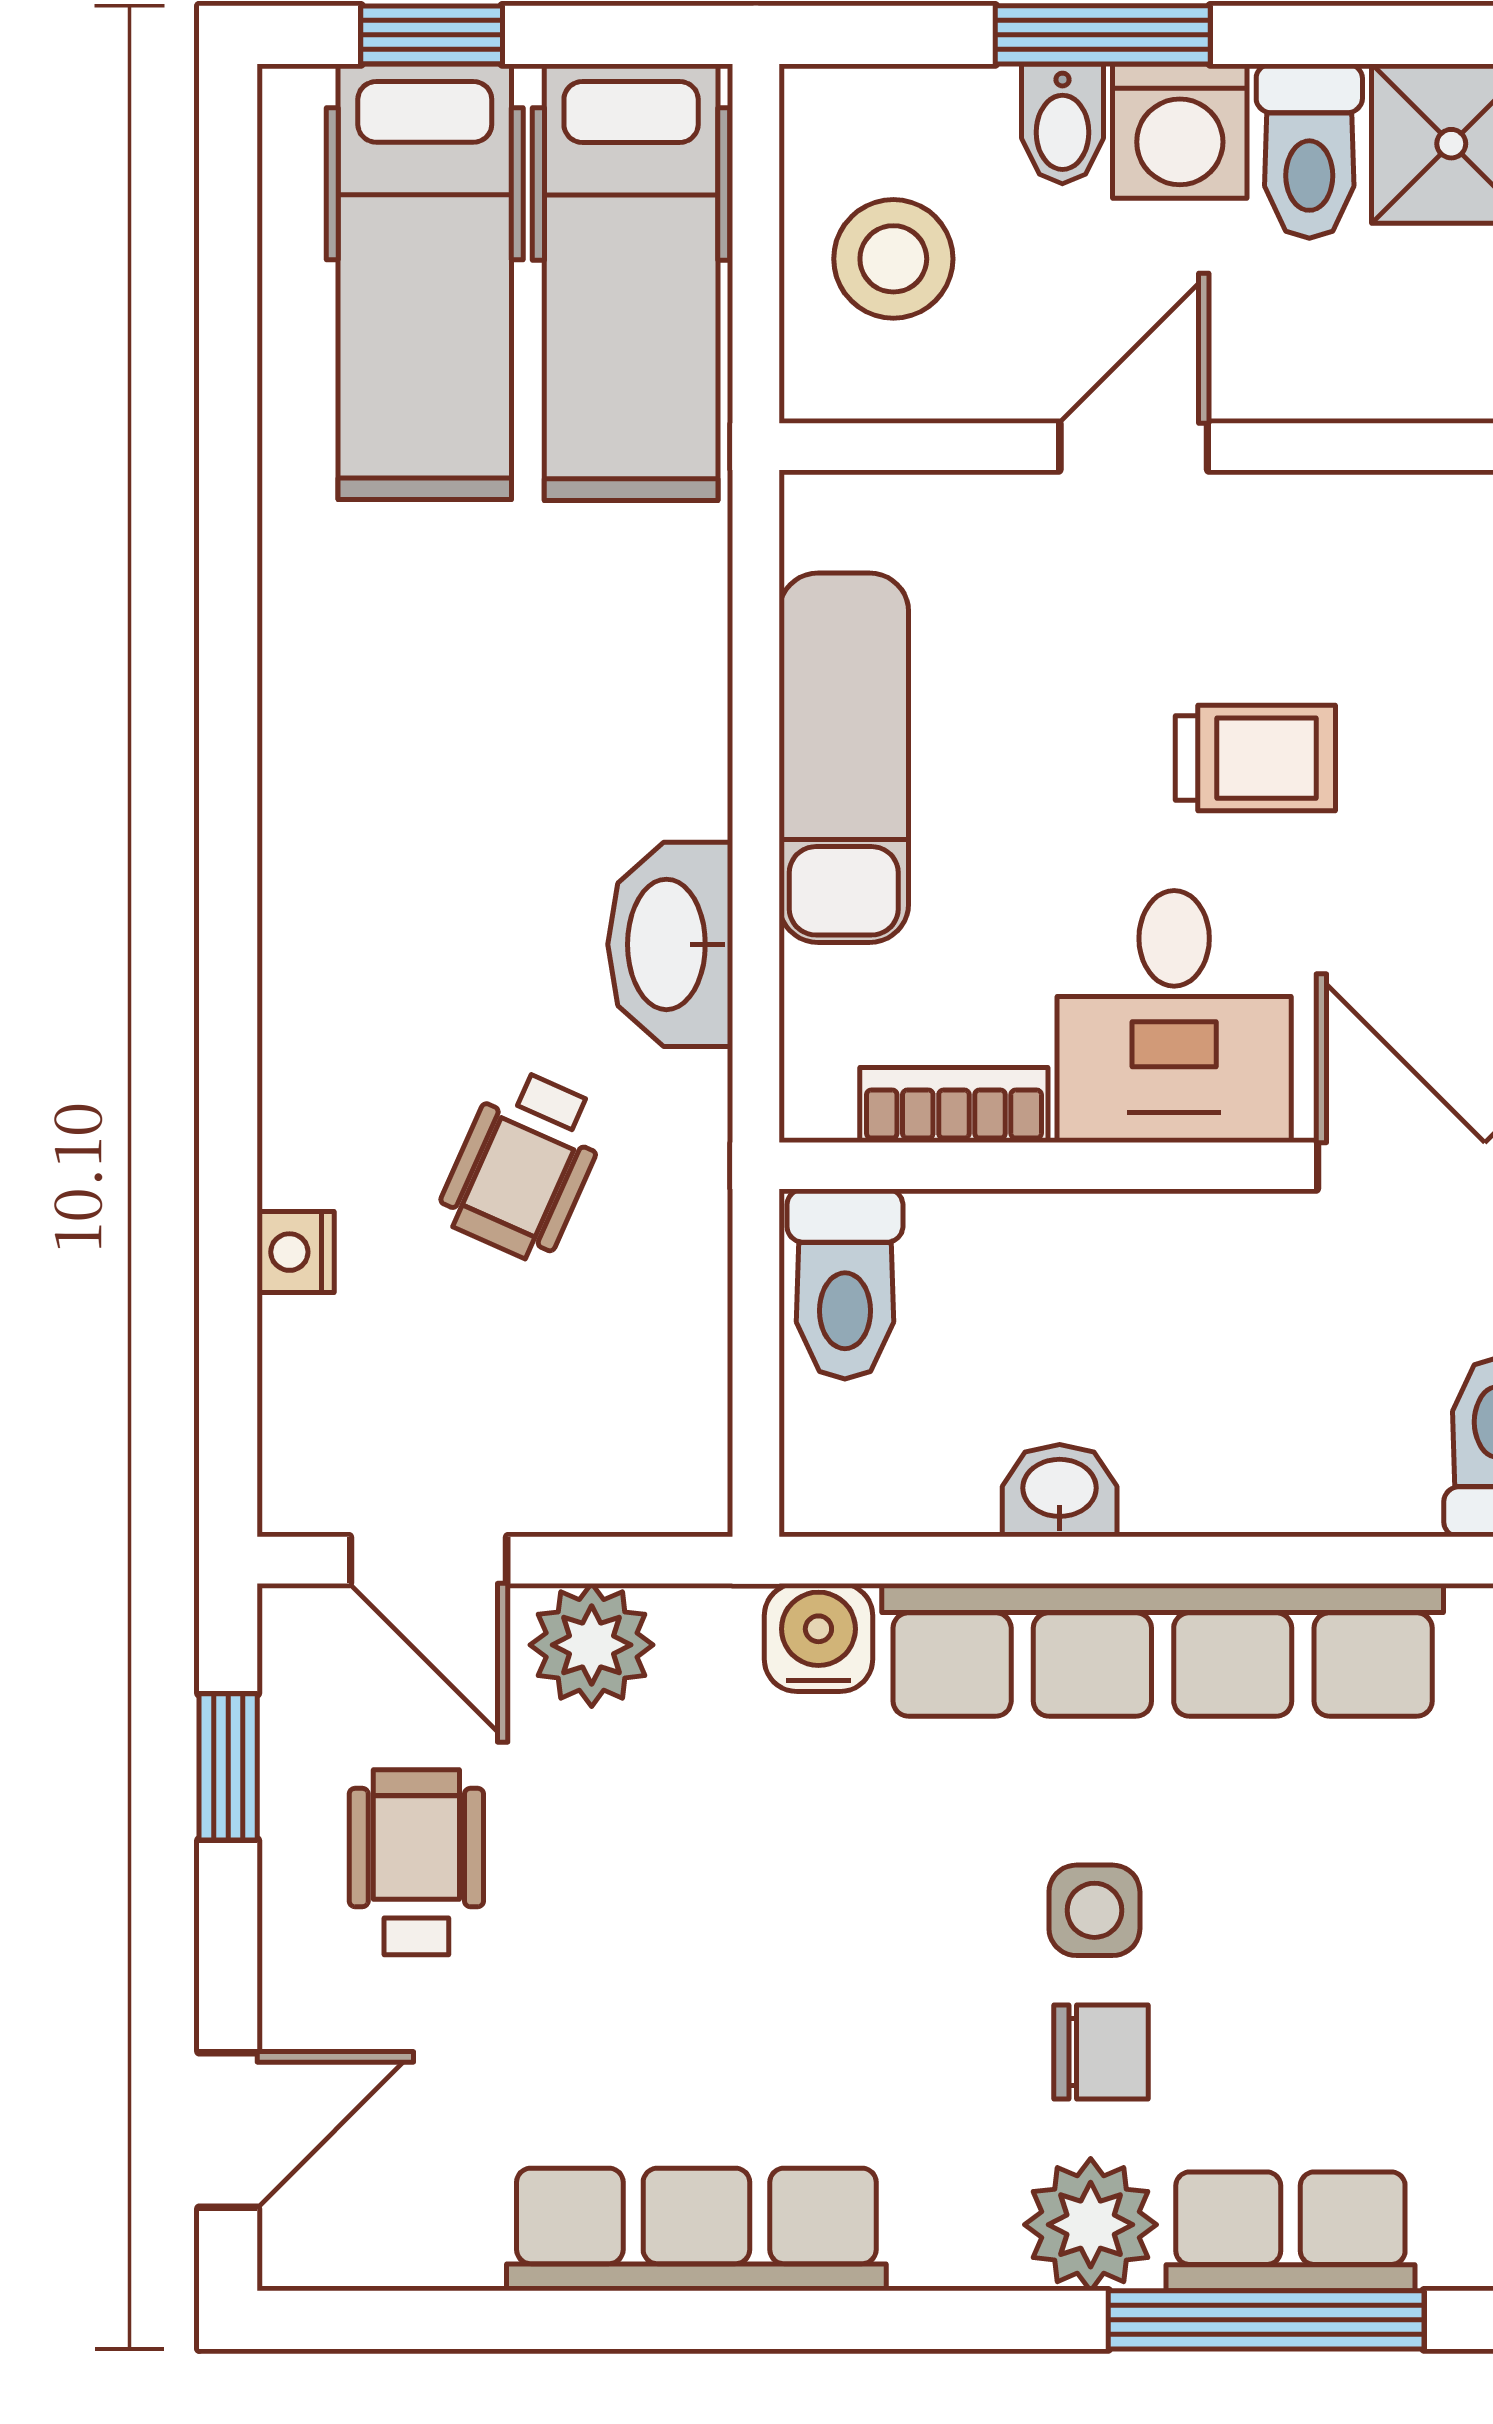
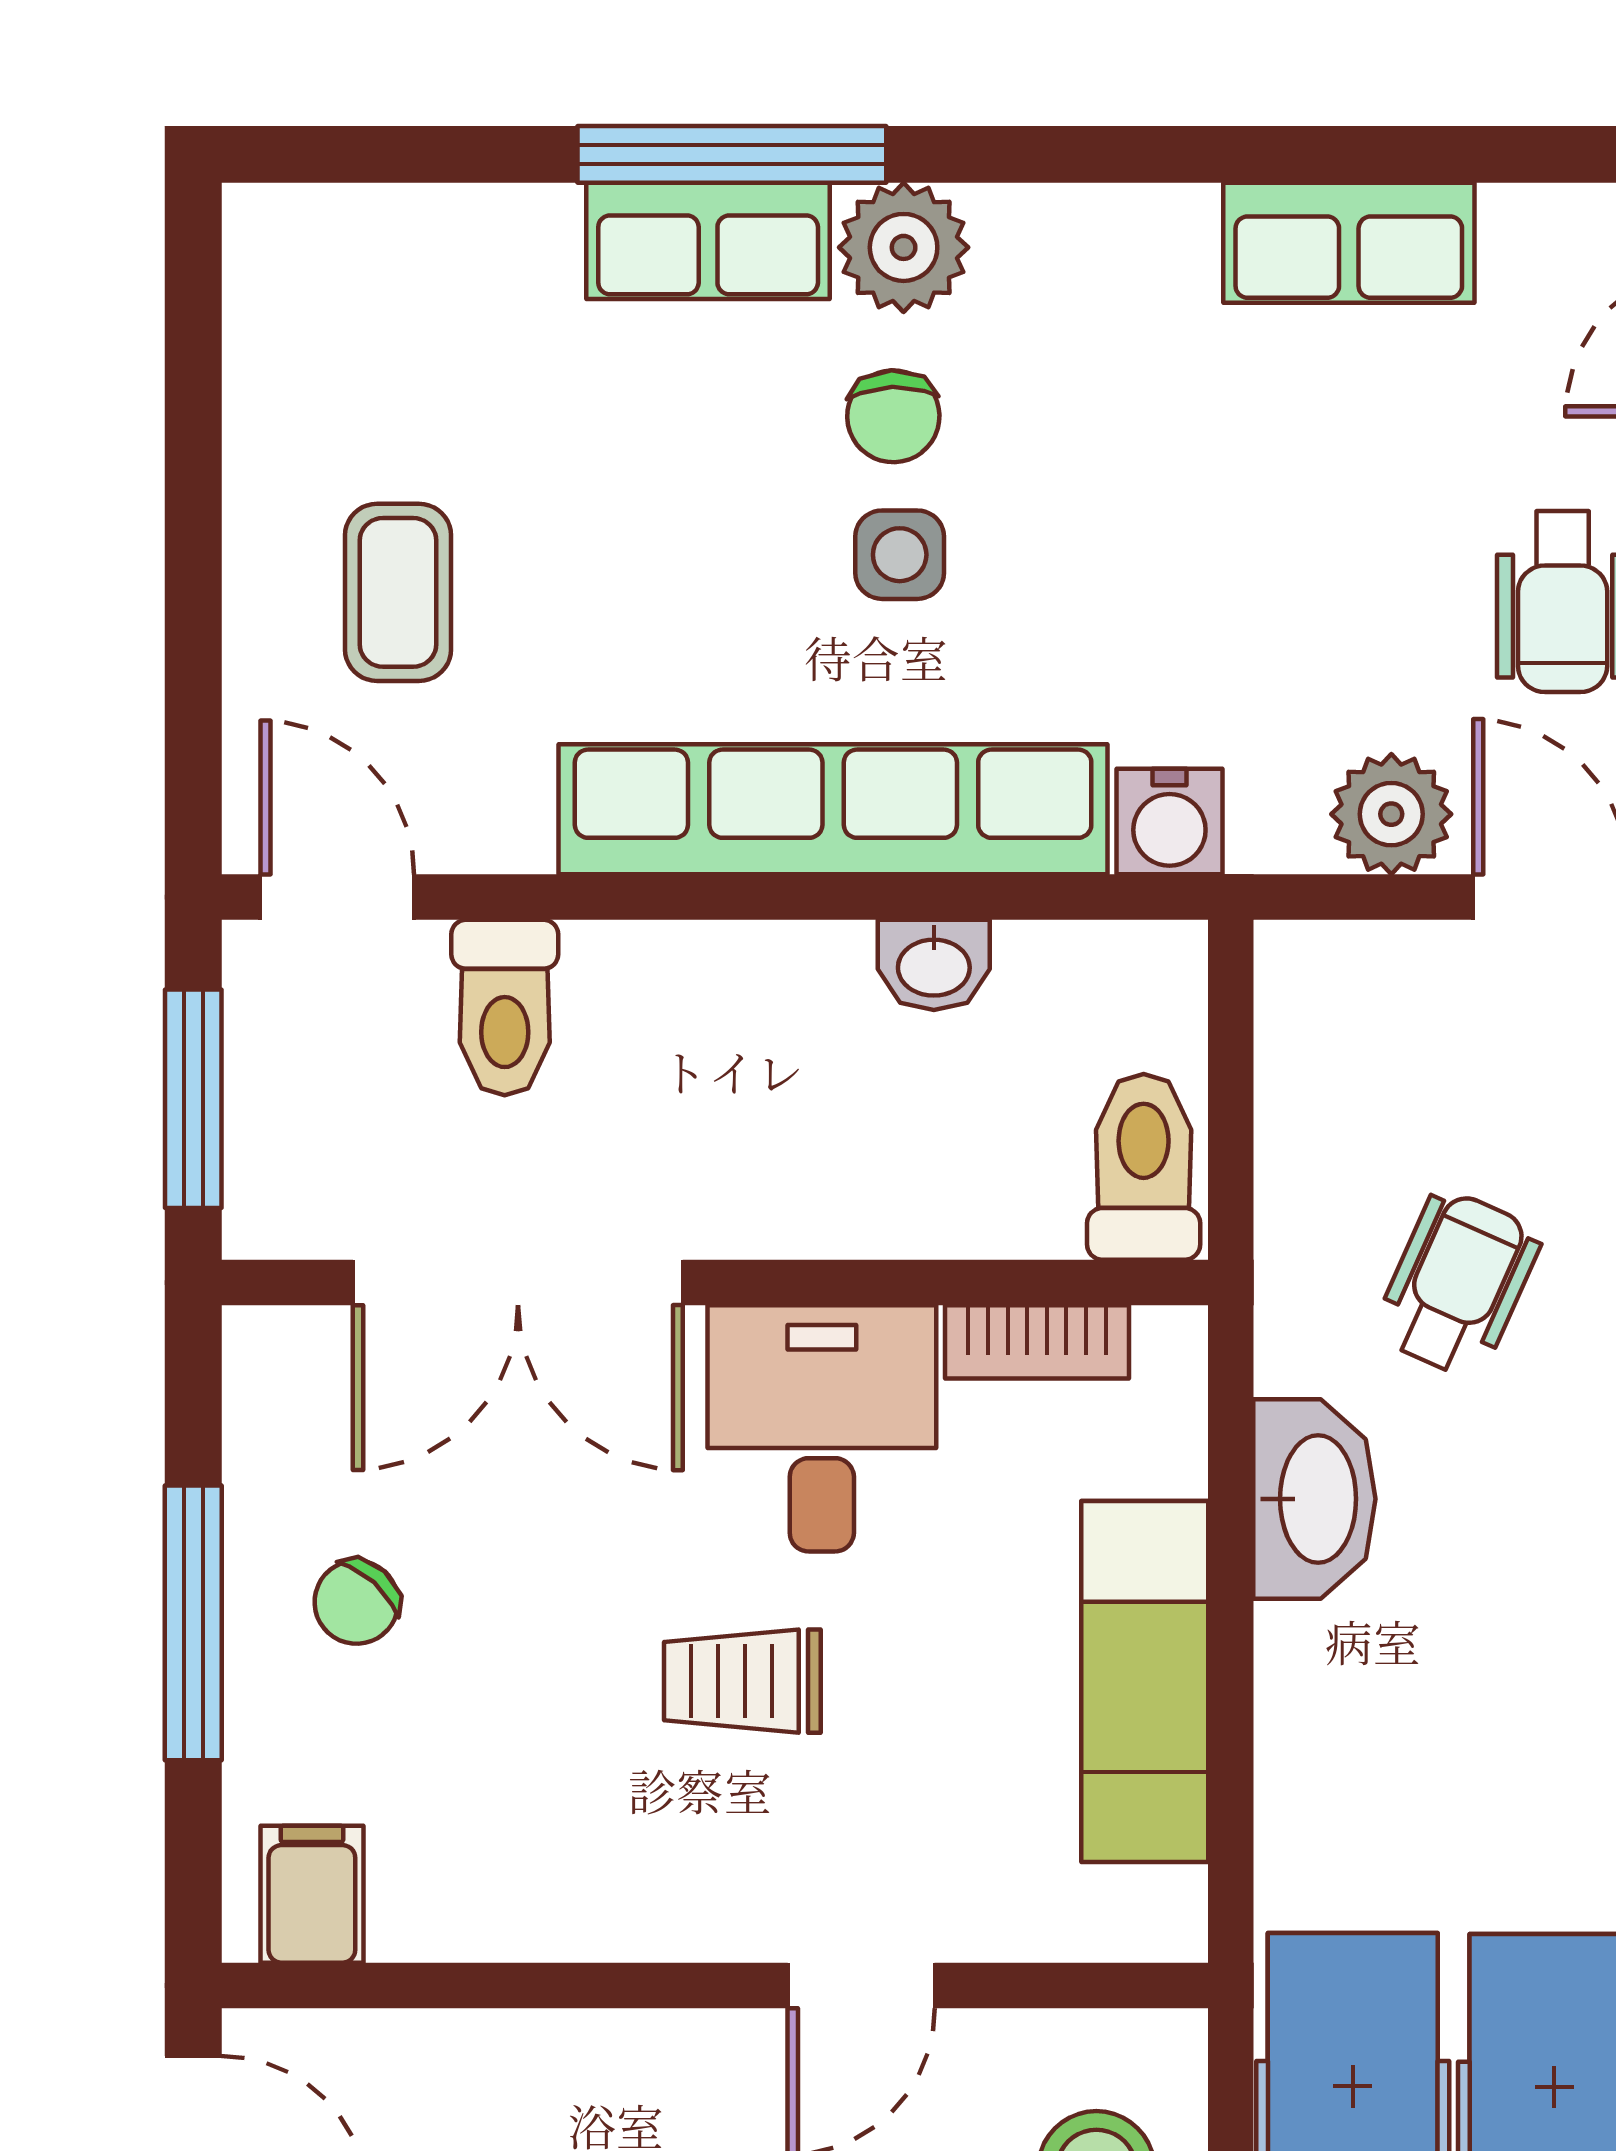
chair: (1101, 2052) -> (893, 416), turned -92
row of seats: (696, 2229) -> (1349, 243), width x0.68

